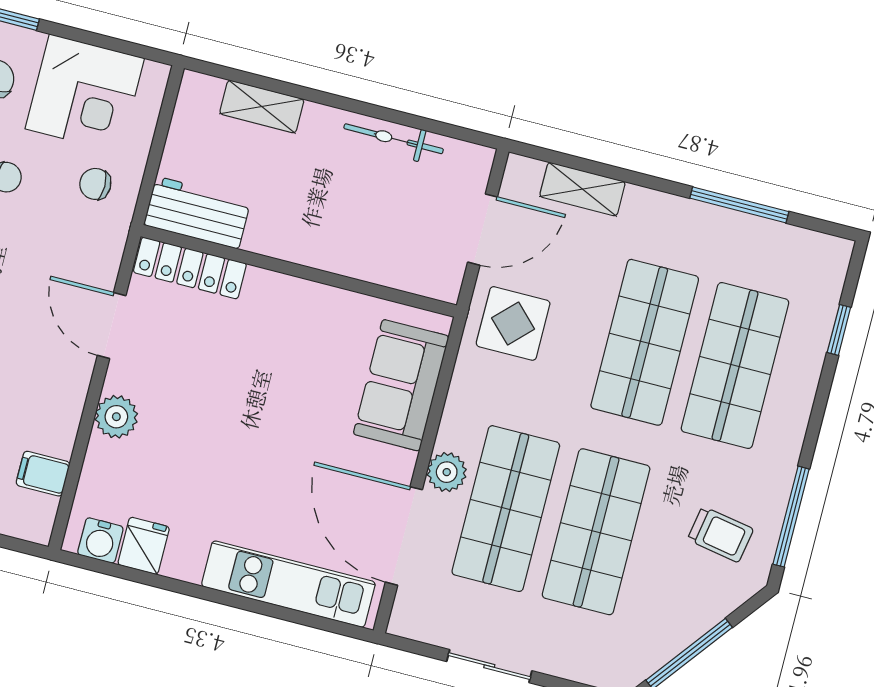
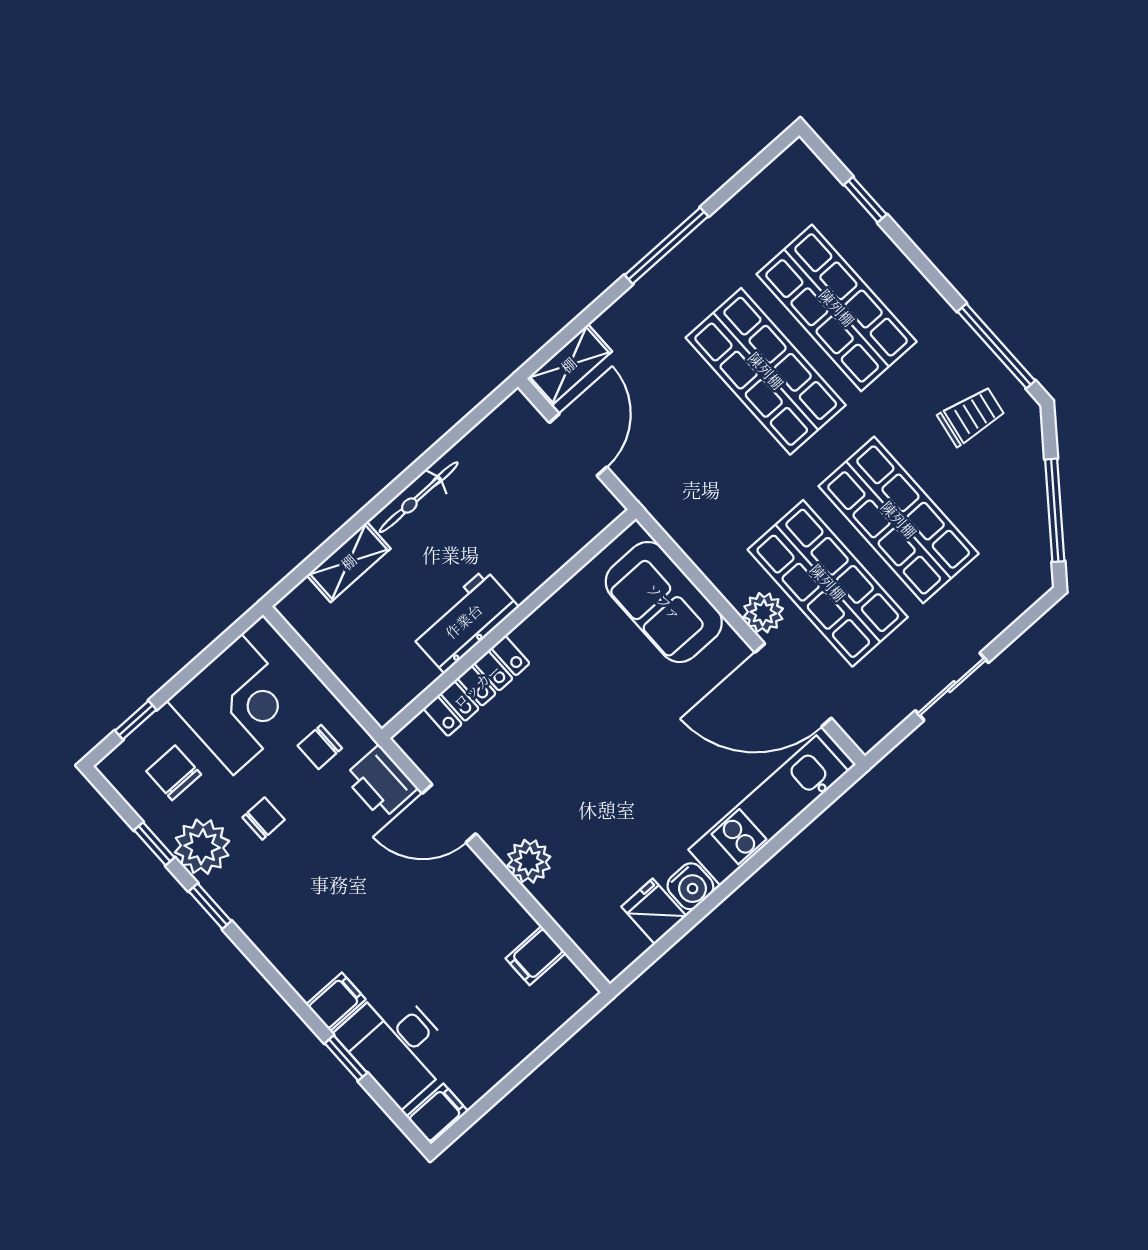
bicycle: (394, 139) -> (419, 497), moved
shelving: (582, 189) -> (569, 365), moved
window: (739, 205) -> (666, 246), moved
workbench: (197, 213) -> (464, 621), moved
printer: (100, 253) -> (381, 782), added
locker: (190, 268) -> (477, 686), moved
display table: (513, 323) -> (675, 472), removed
water cooler: (100, 540) -> (690, 886), moved

